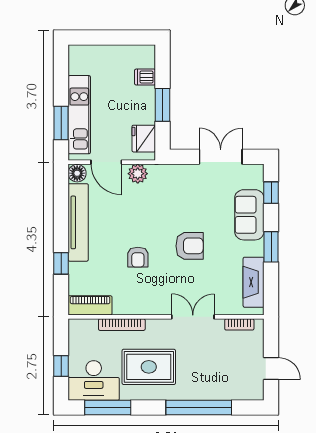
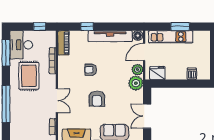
window: (163, 105) -> (176, 84), removed
window: (61, 123) -> (180, 27), moved
double door: (221, 157) -> (147, 116), swing flipped
plant: (162, 177) -> (136, 83), added
window: (61, 366) -> (40, 27), moved

